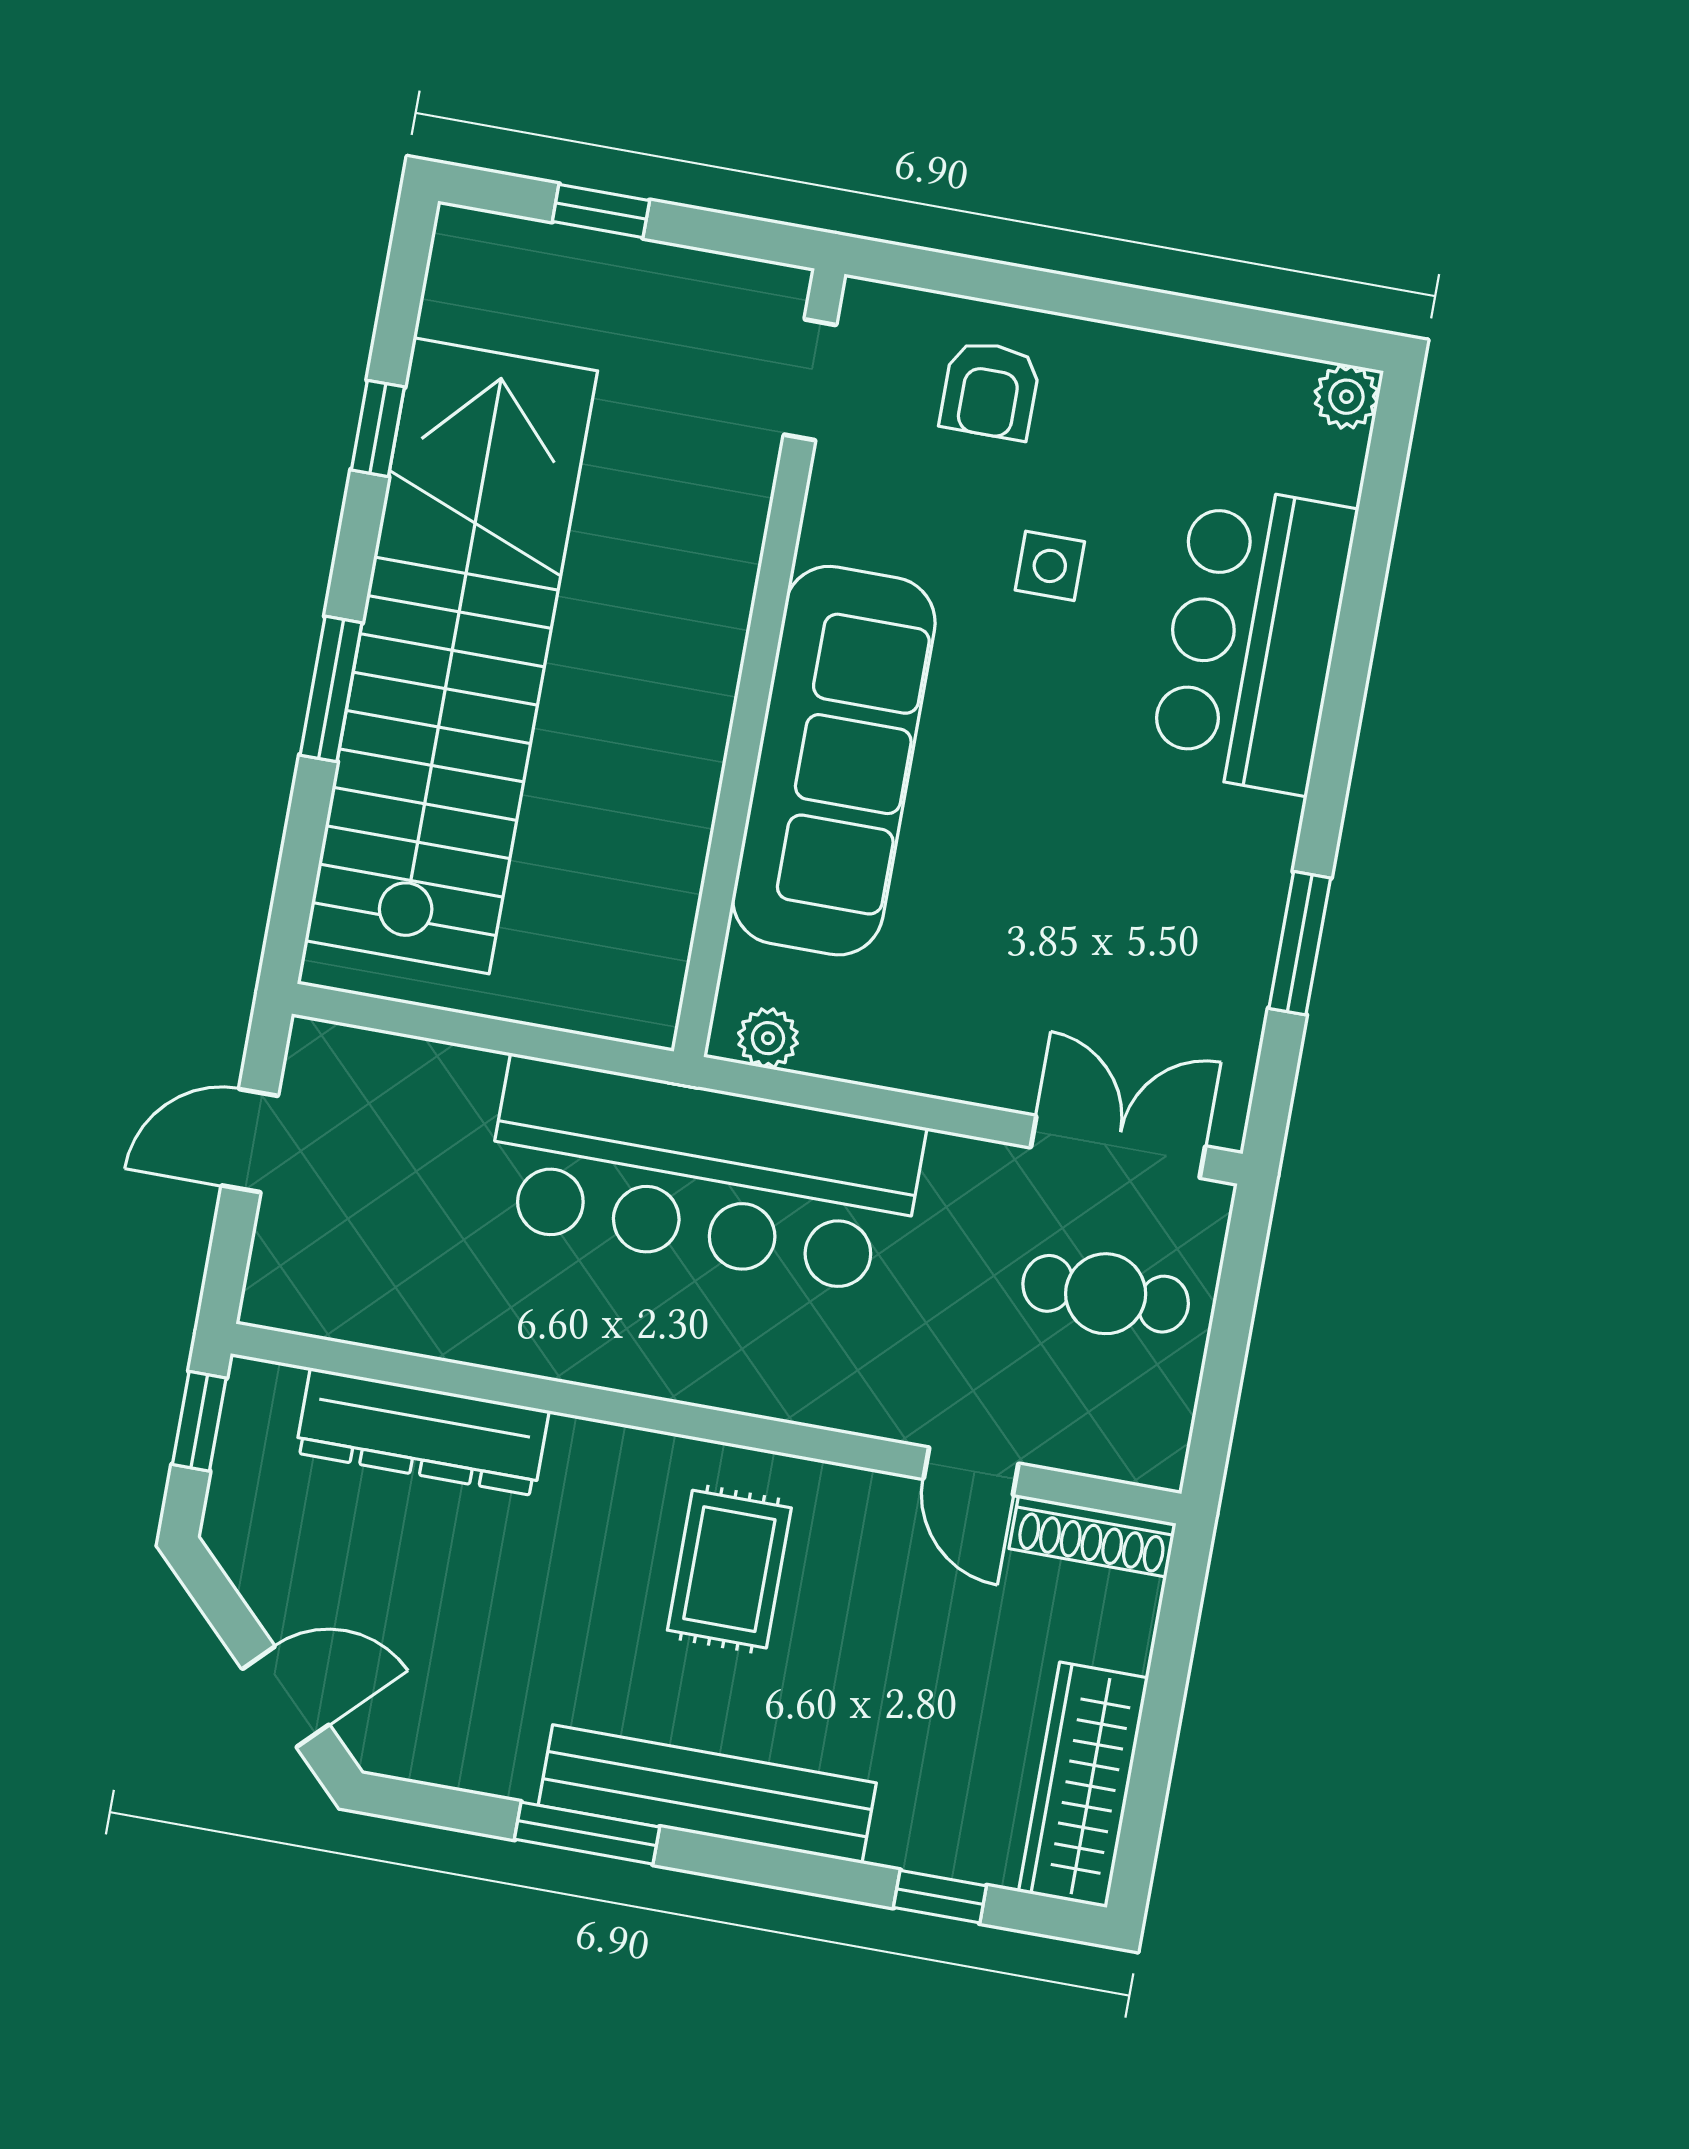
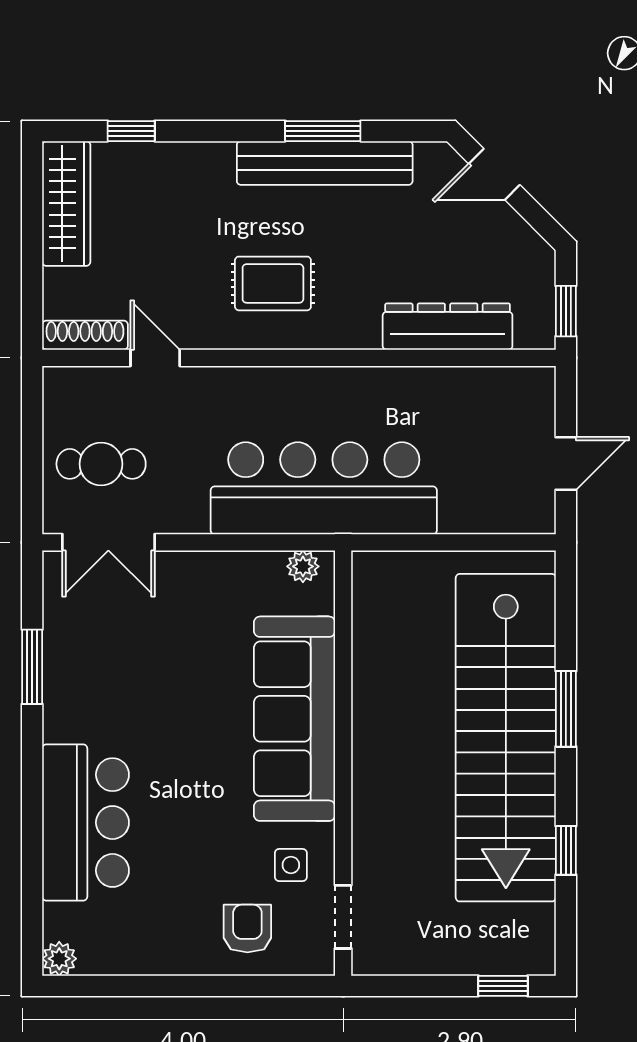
window: (601, 211) -> (503, 986), moved
side table: (1050, 566) -> (291, 865), moved
rug: (729, 1569) -> (273, 283), turned 90
bench: (707, 1794) -> (325, 163), moved

